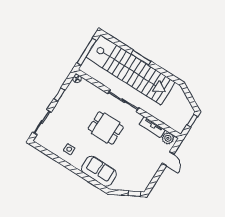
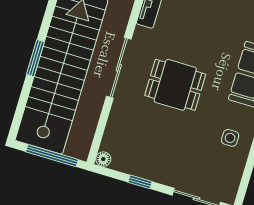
dining table: (106, 128) -> (175, 85), turned 90

